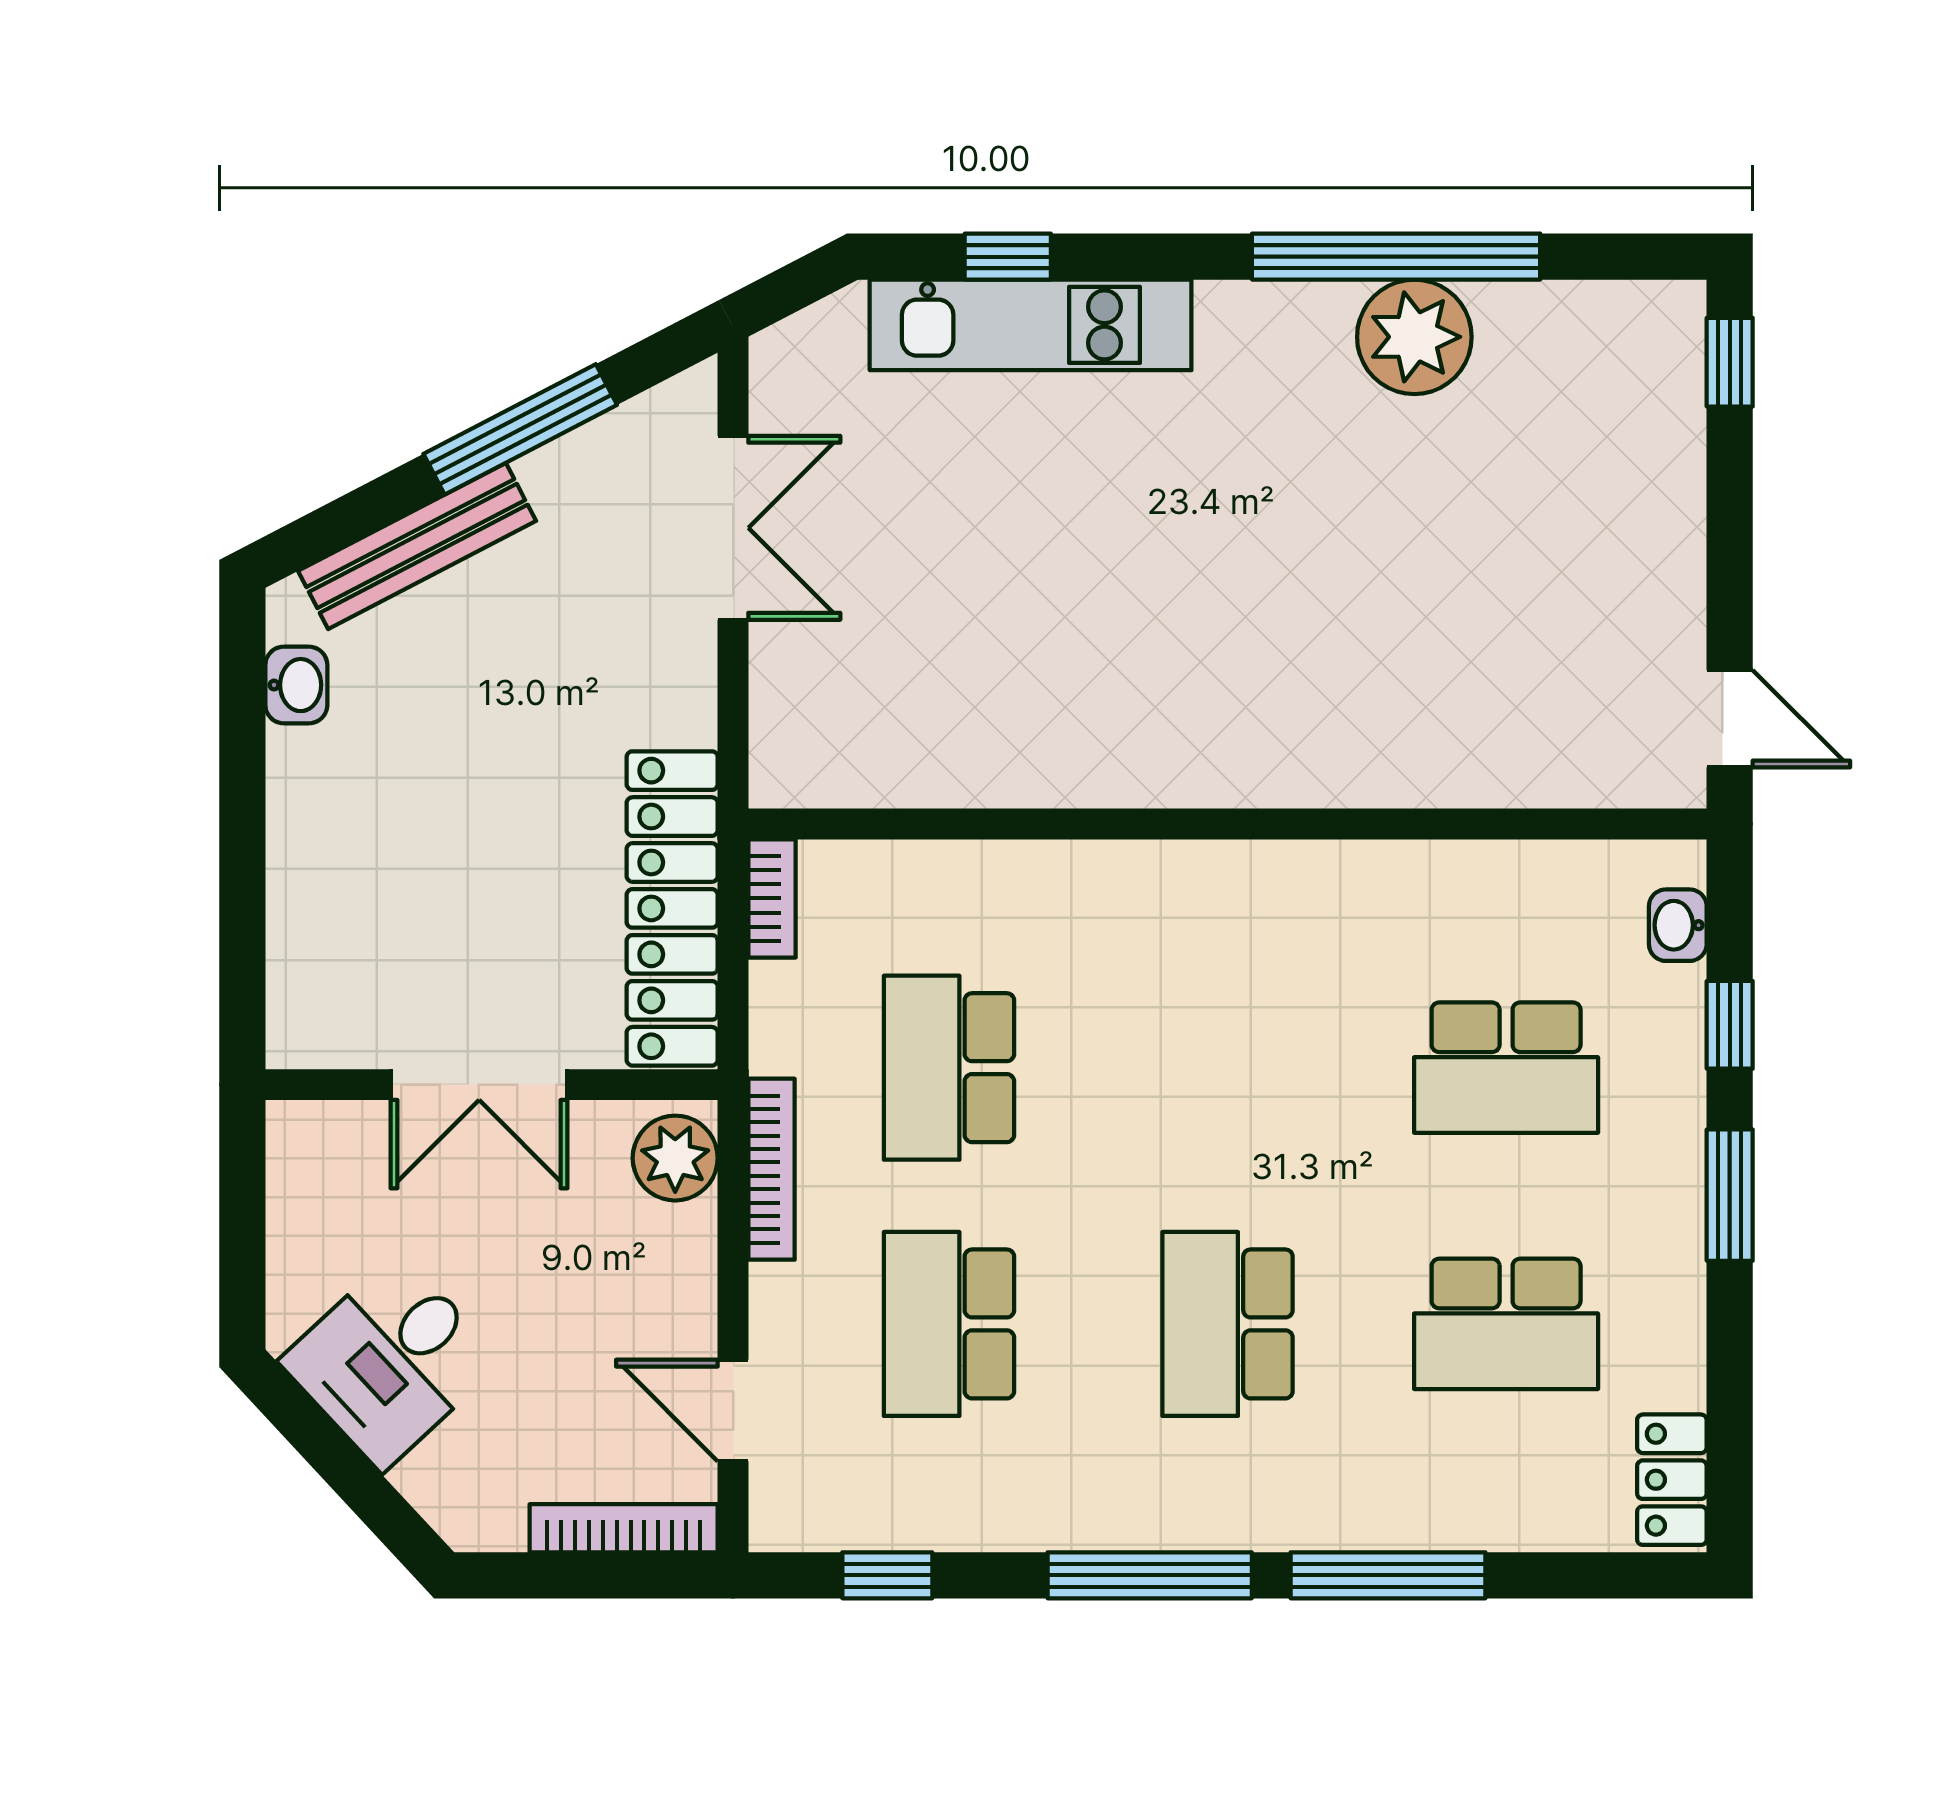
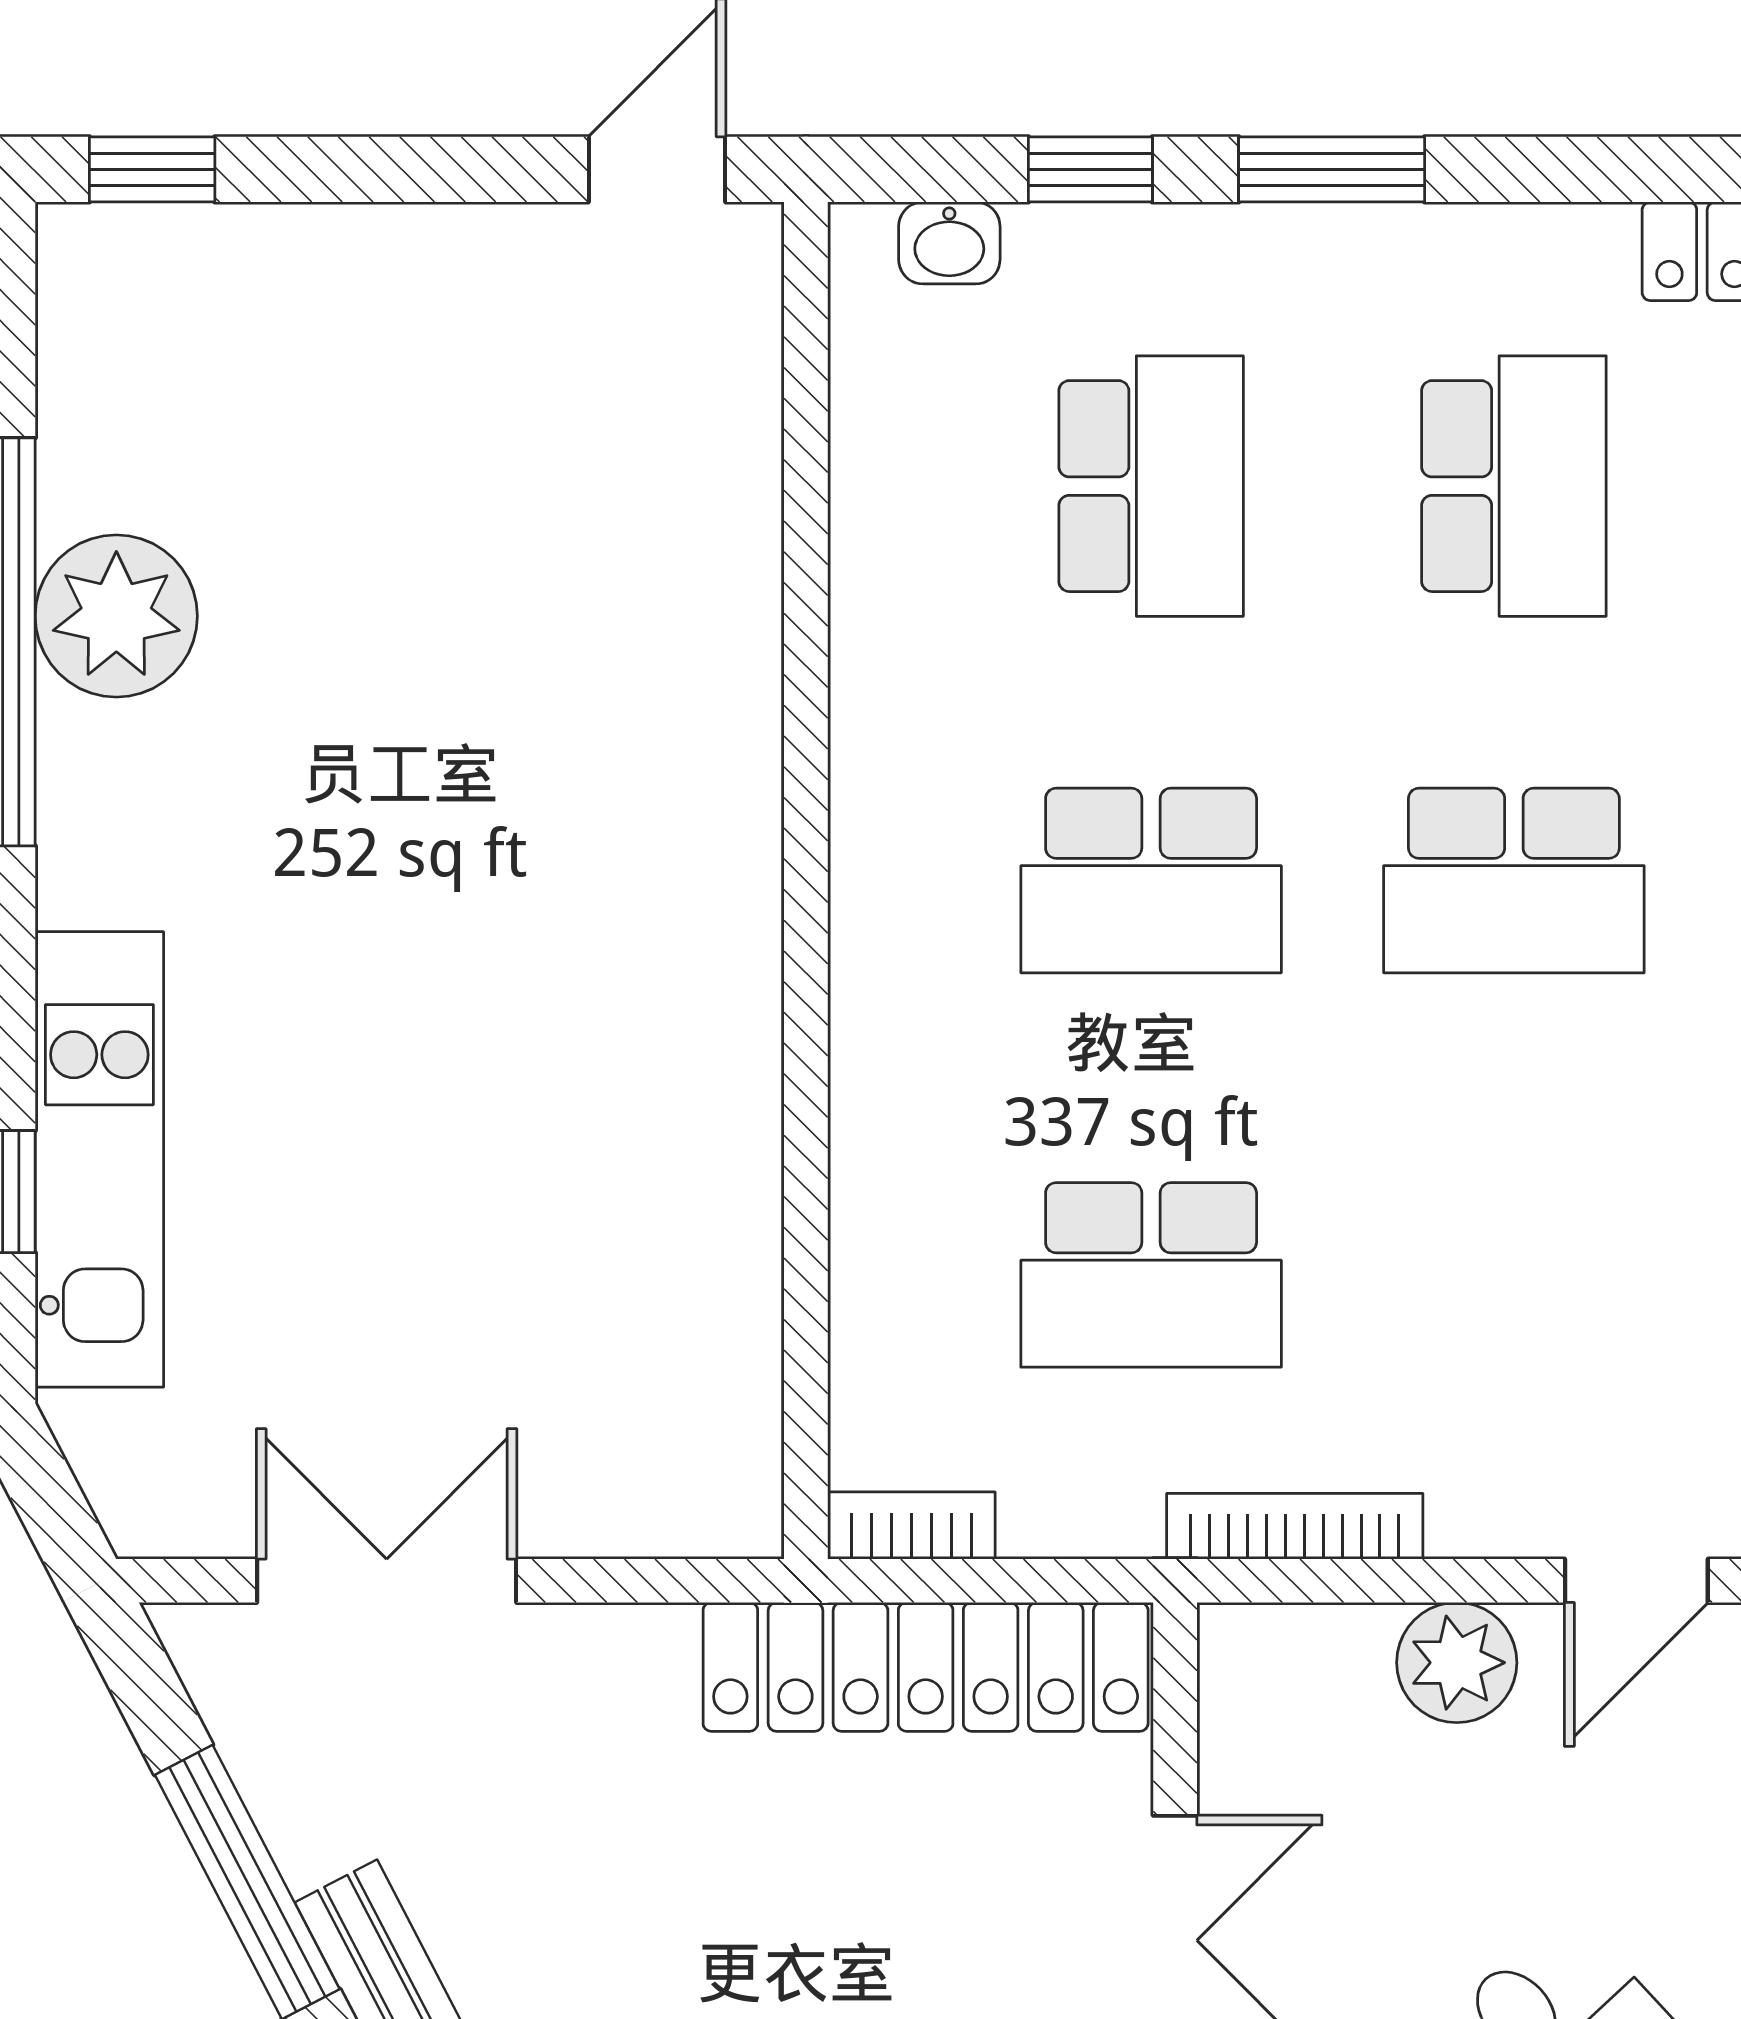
plant: (675, 1158) -> (1457, 1663), moved
school desk: (949, 1324) -> (1151, 881), moved

